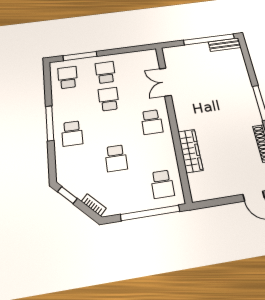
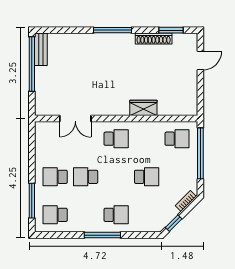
wardrobe: (190, 151) -> (143, 108), width x0.67

